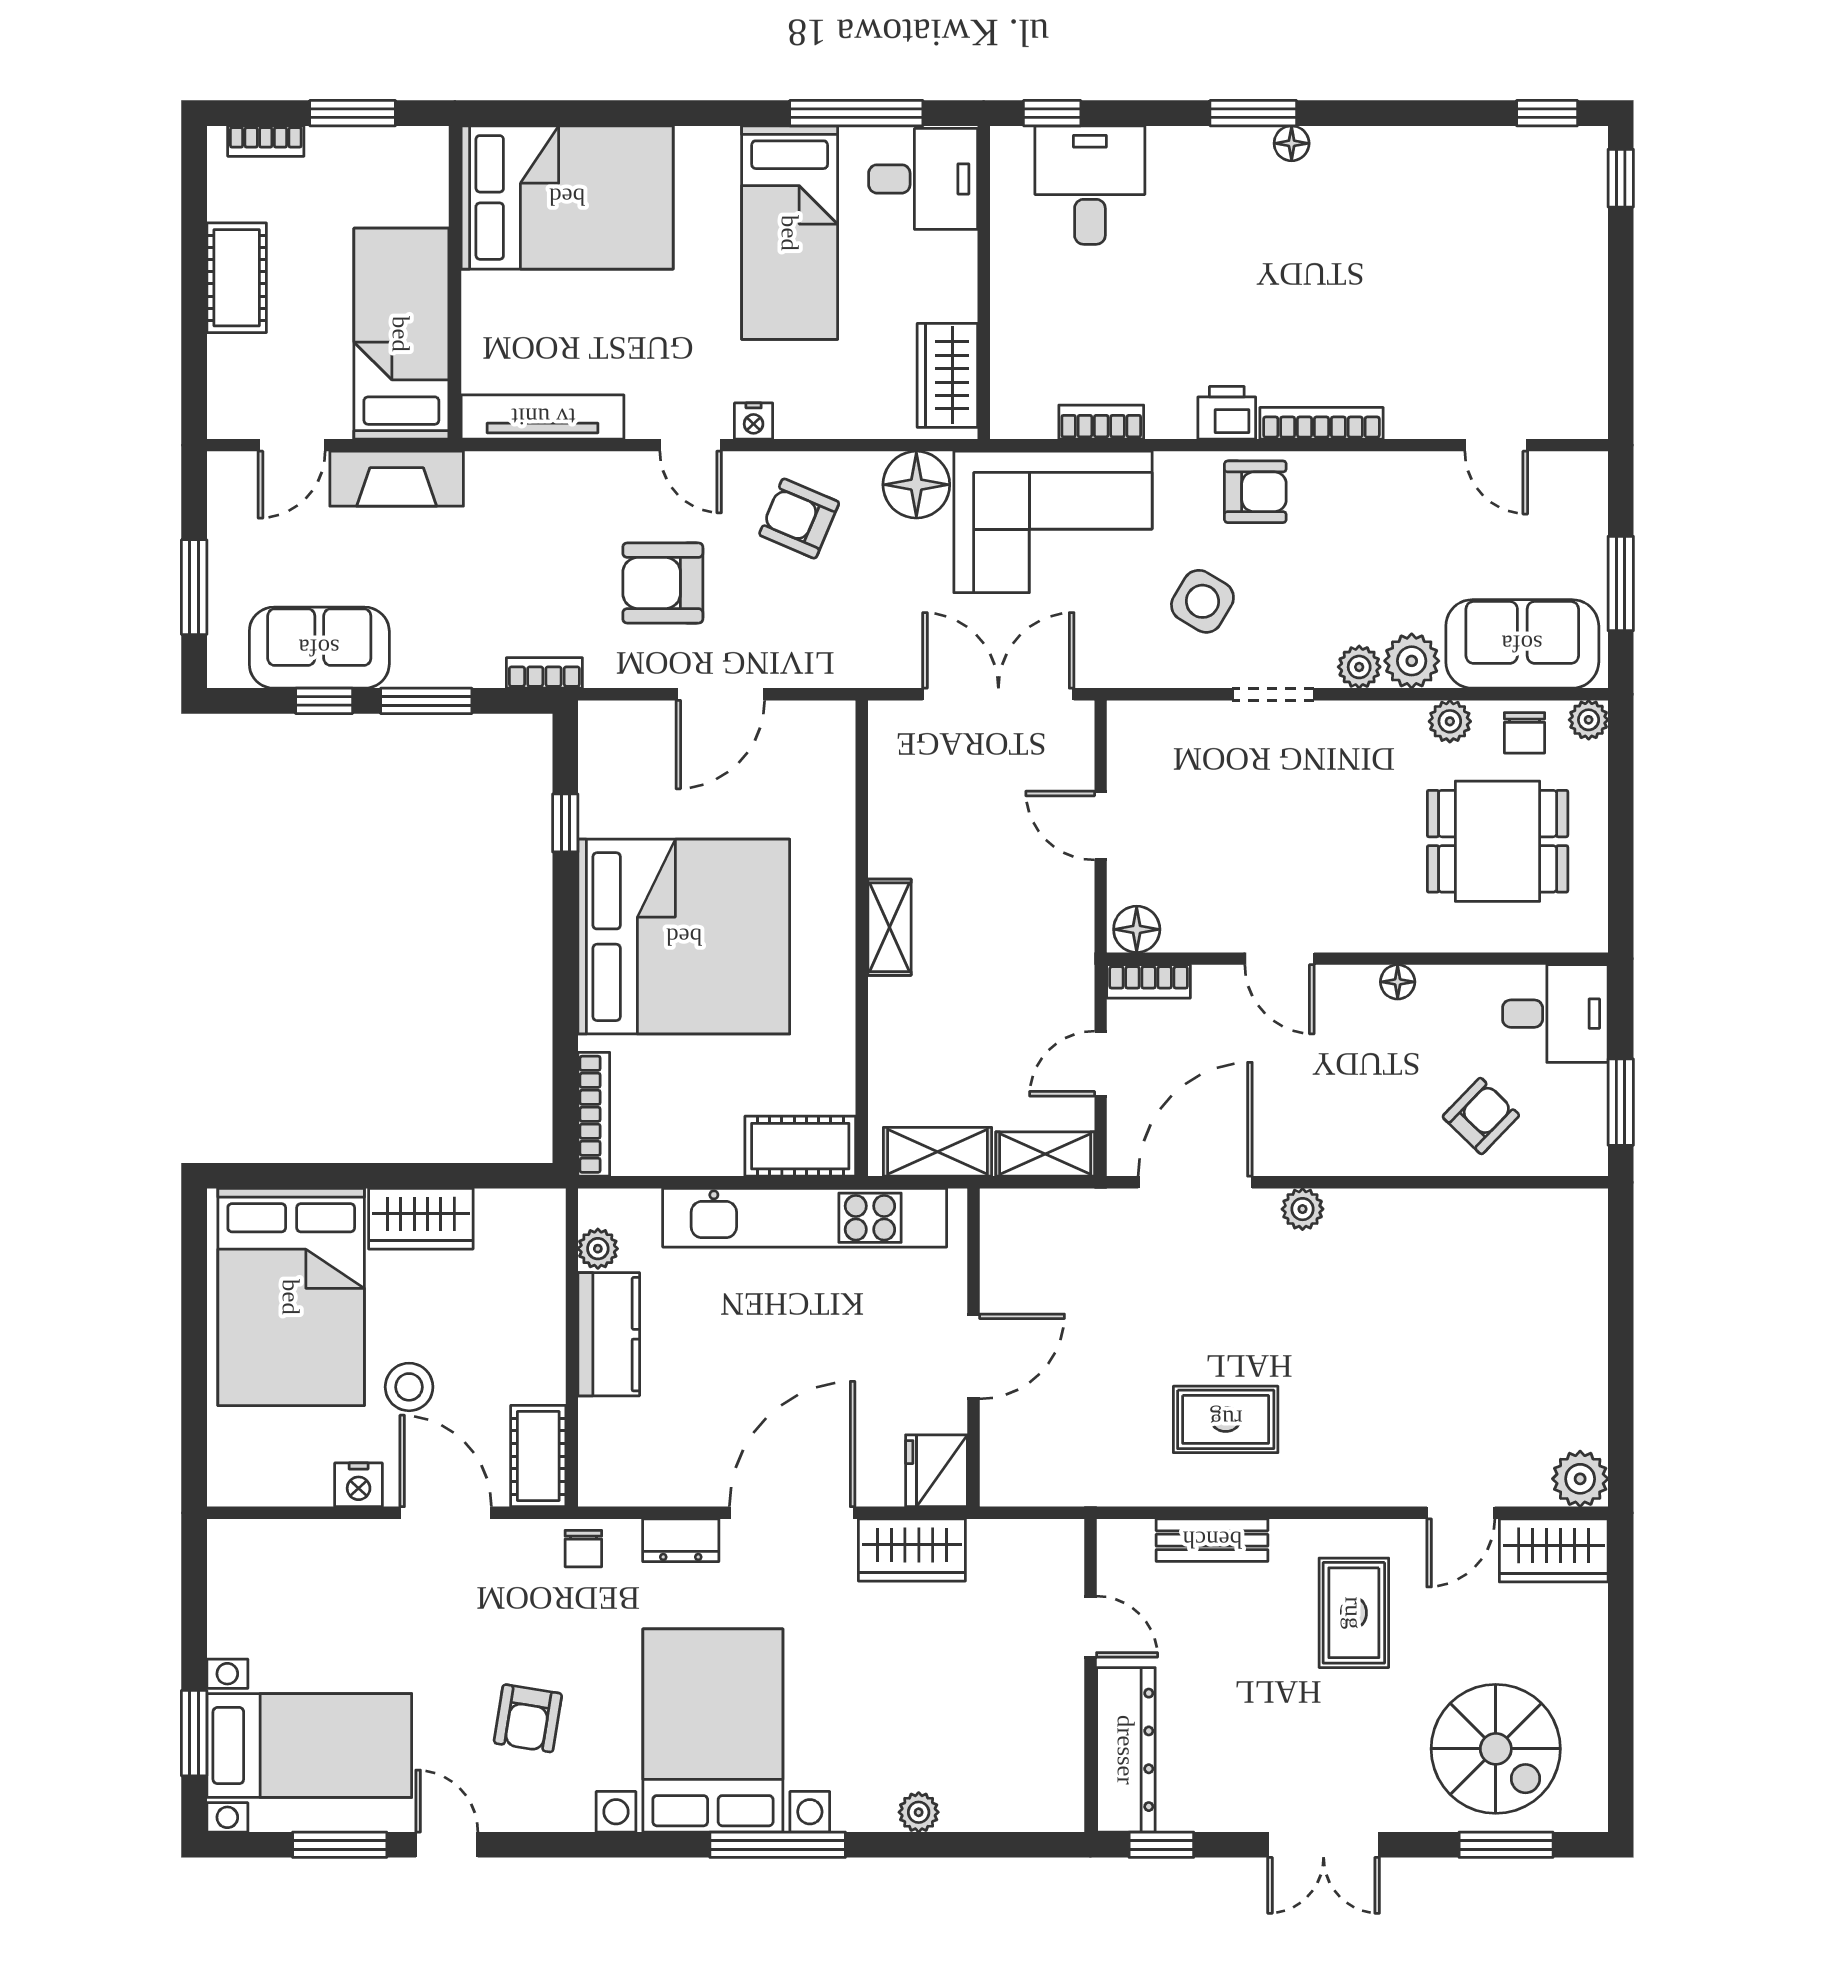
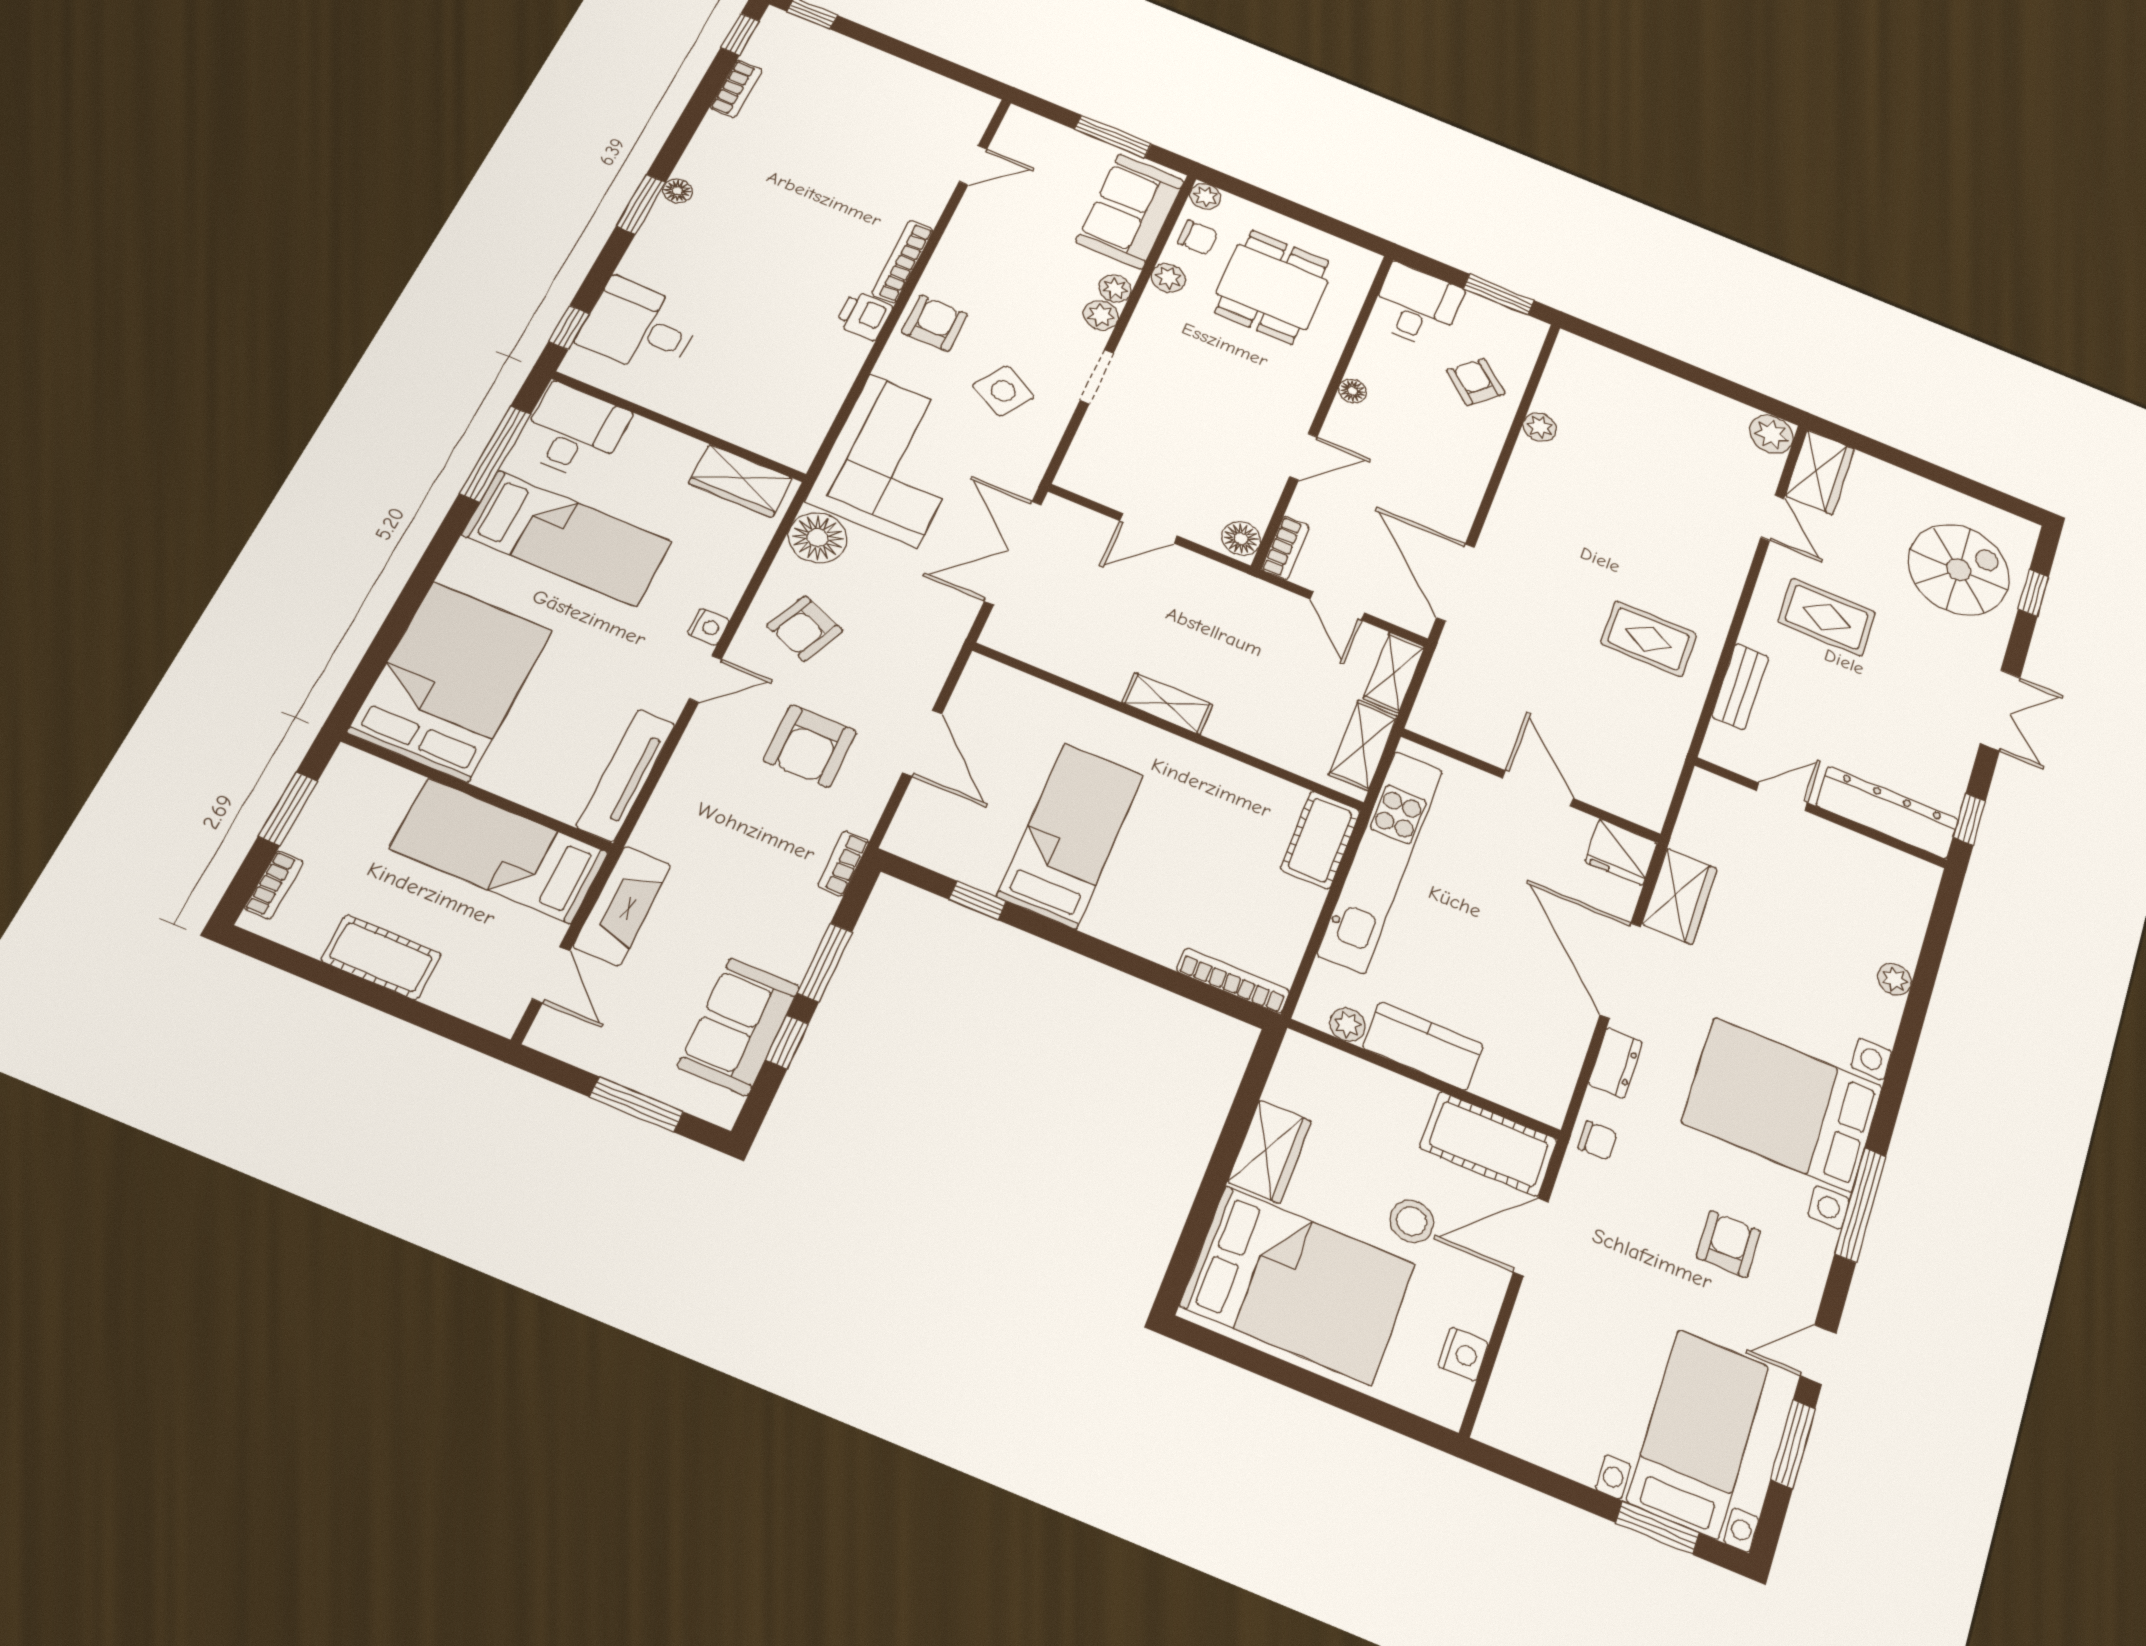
bookcase: (1101, 422) -> (736, 89), moved, turned 180
plant: (1412, 661) -> (1115, 289), width x0.73, depth x0.73
bed: (684, 937) -> (1070, 835), width x0.49
plant: (1303, 1209) -> (1540, 427), moved
rug: (1226, 1419) -> (1649, 639), turned 90
cot: (538, 1456) -> (1489, 1144), width x1.37, depth x1.34
nightstand: (359, 1485) -> (1463, 1354), moved
armchair: (528, 1718) -> (1728, 1244), turned -99
window: (778, 1845) -> (1860, 1205), moved
window: (1506, 1845) -> (2033, 593), width x0.67

